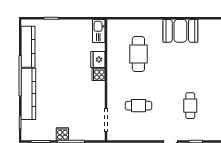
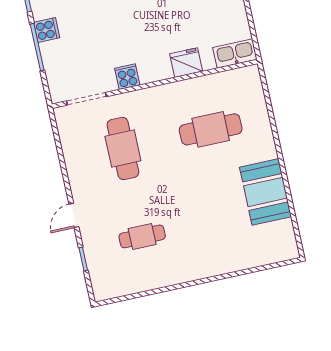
cooker: (99, 75) -> (127, 77), moved
cafe table: (138, 106) -> (123, 148), width x1.37, depth x1.35

